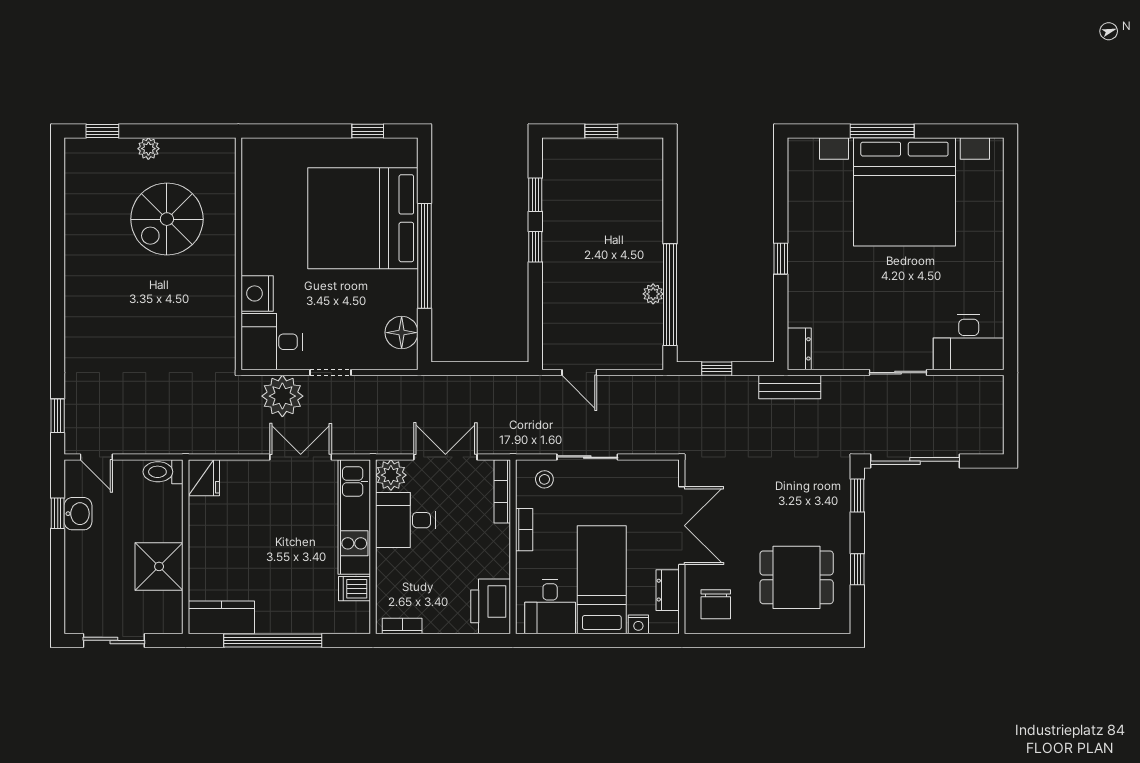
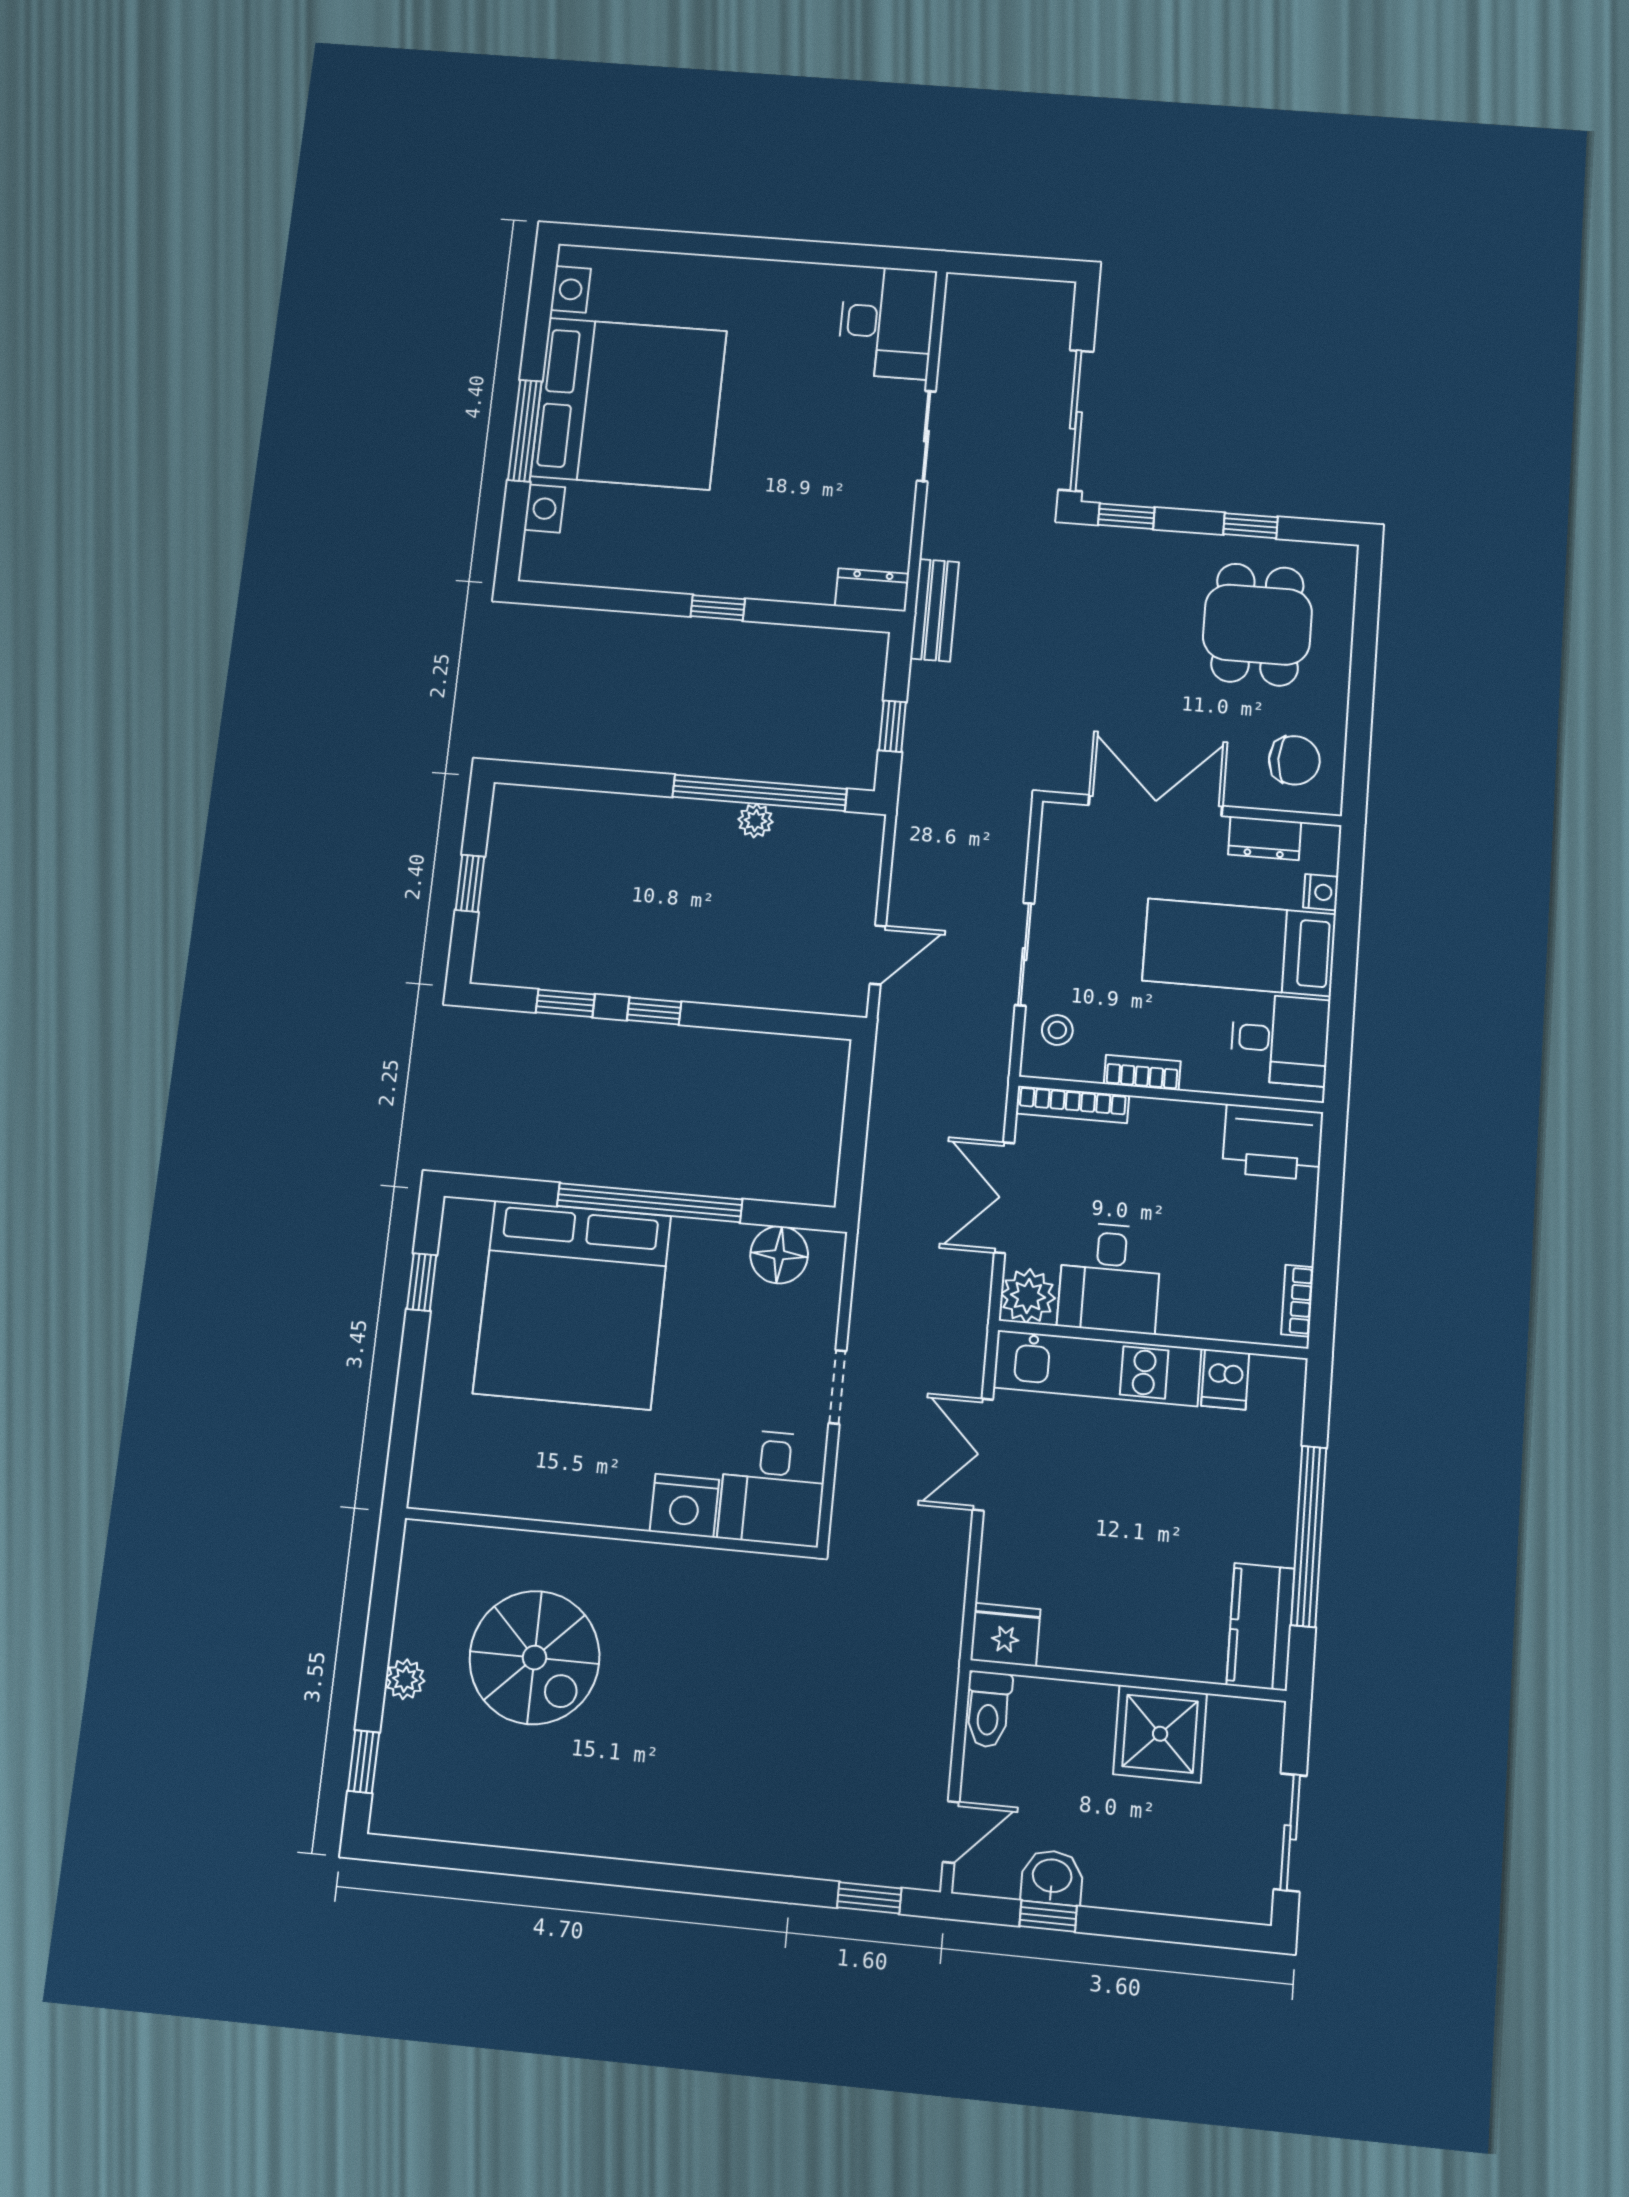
plant: (282, 396) -> (871, 1477), removed

